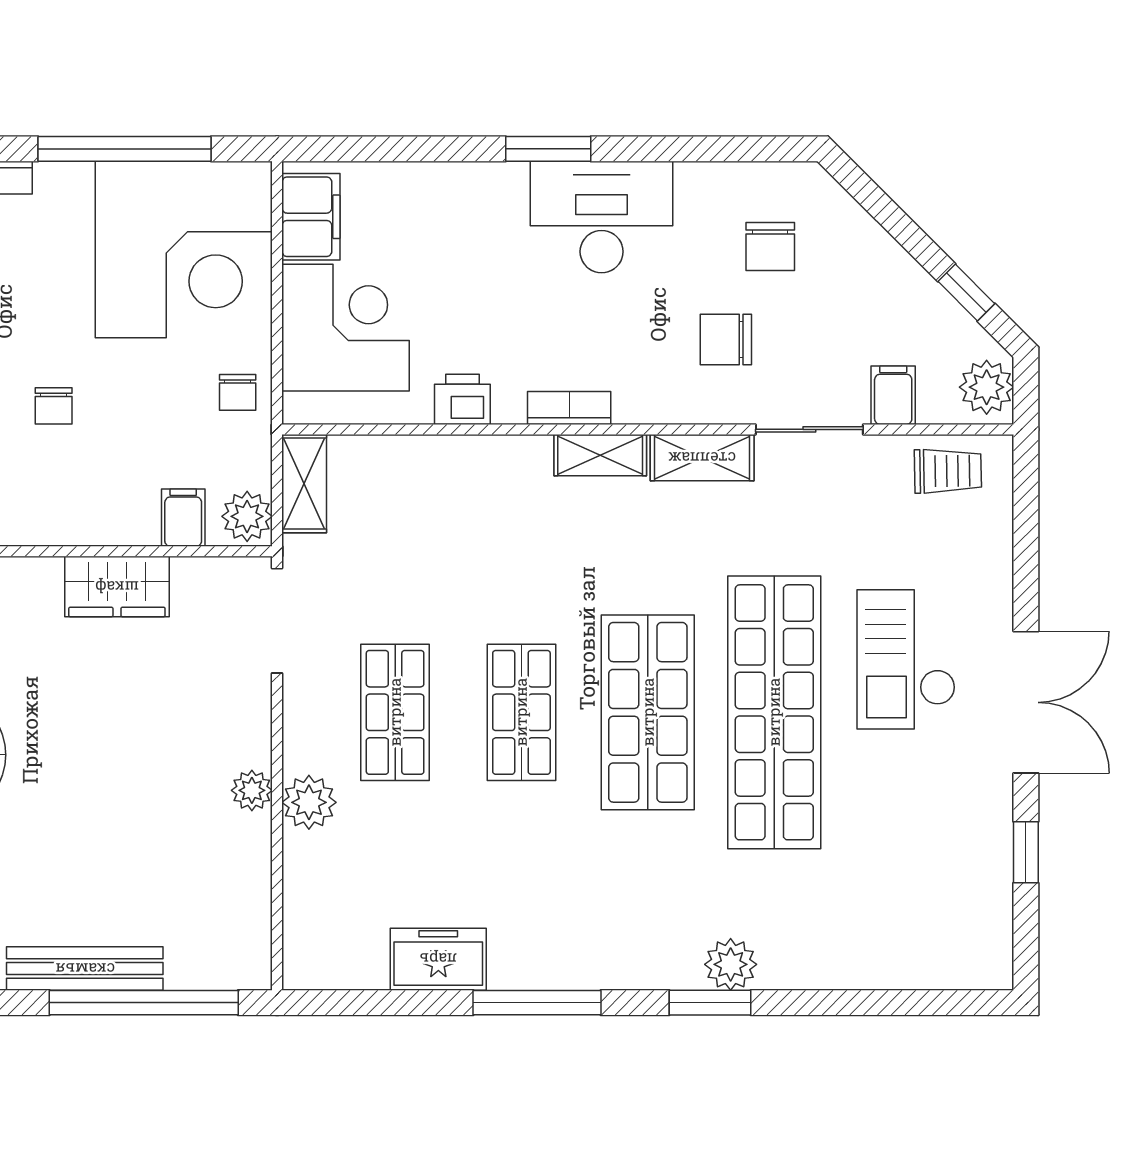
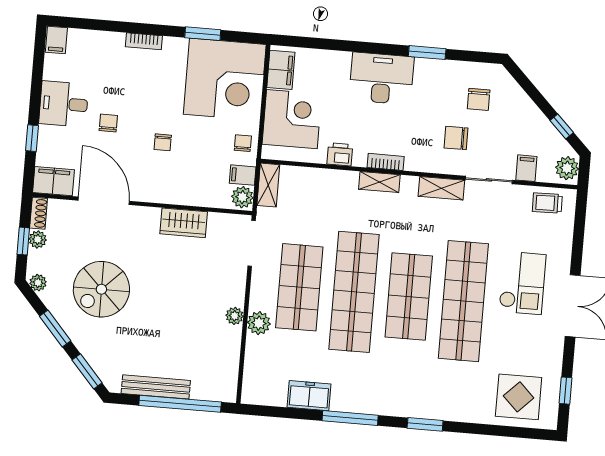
window: (125, 149) -> (203, 34), width x0.47
window: (548, 149) -> (427, 53), moved
desk: (602, 217) -> (382, 78), moved
chair: (238, 392) -> (243, 143), turned 180
shelving: (600, 455) -> (379, 182), moved
trolley: (948, 471) -> (547, 203), turned 180
filing cabinet: (183, 518) -> (243, 175), moved, turned -90
checkout: (906, 659) -> (522, 283), turned 180
shop shelf: (395, 712) -> (299, 287), width x1.43, depth x1.36
shop shelf: (521, 712) -> (354, 292), width x2.00, depth x1.36
window: (1026, 852) -> (566, 391), moved
display table: (919, 922) -> (519, 397), added
plant: (731, 964) -> (435, 409), removed

